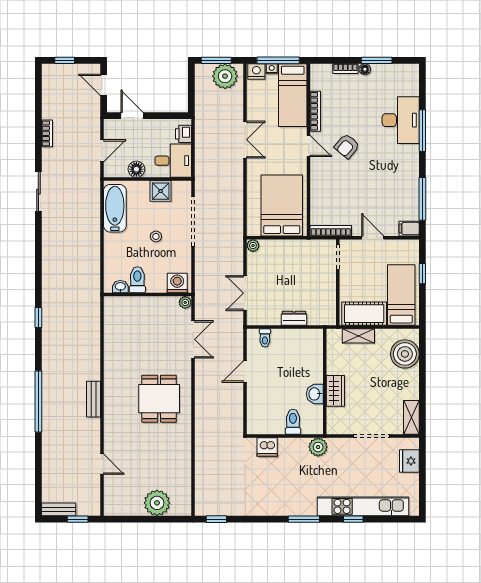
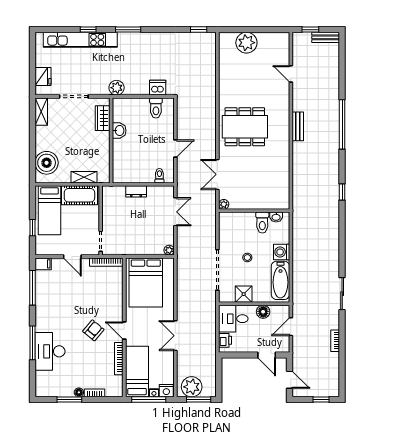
washing machine: (177, 283) -> (282, 252), moved, turned 90
wardrobe: (335, 391) -> (103, 118), moved
dining table: (159, 399) -> (245, 127), width x1.38
toilet: (293, 422) -> (156, 108), moved

